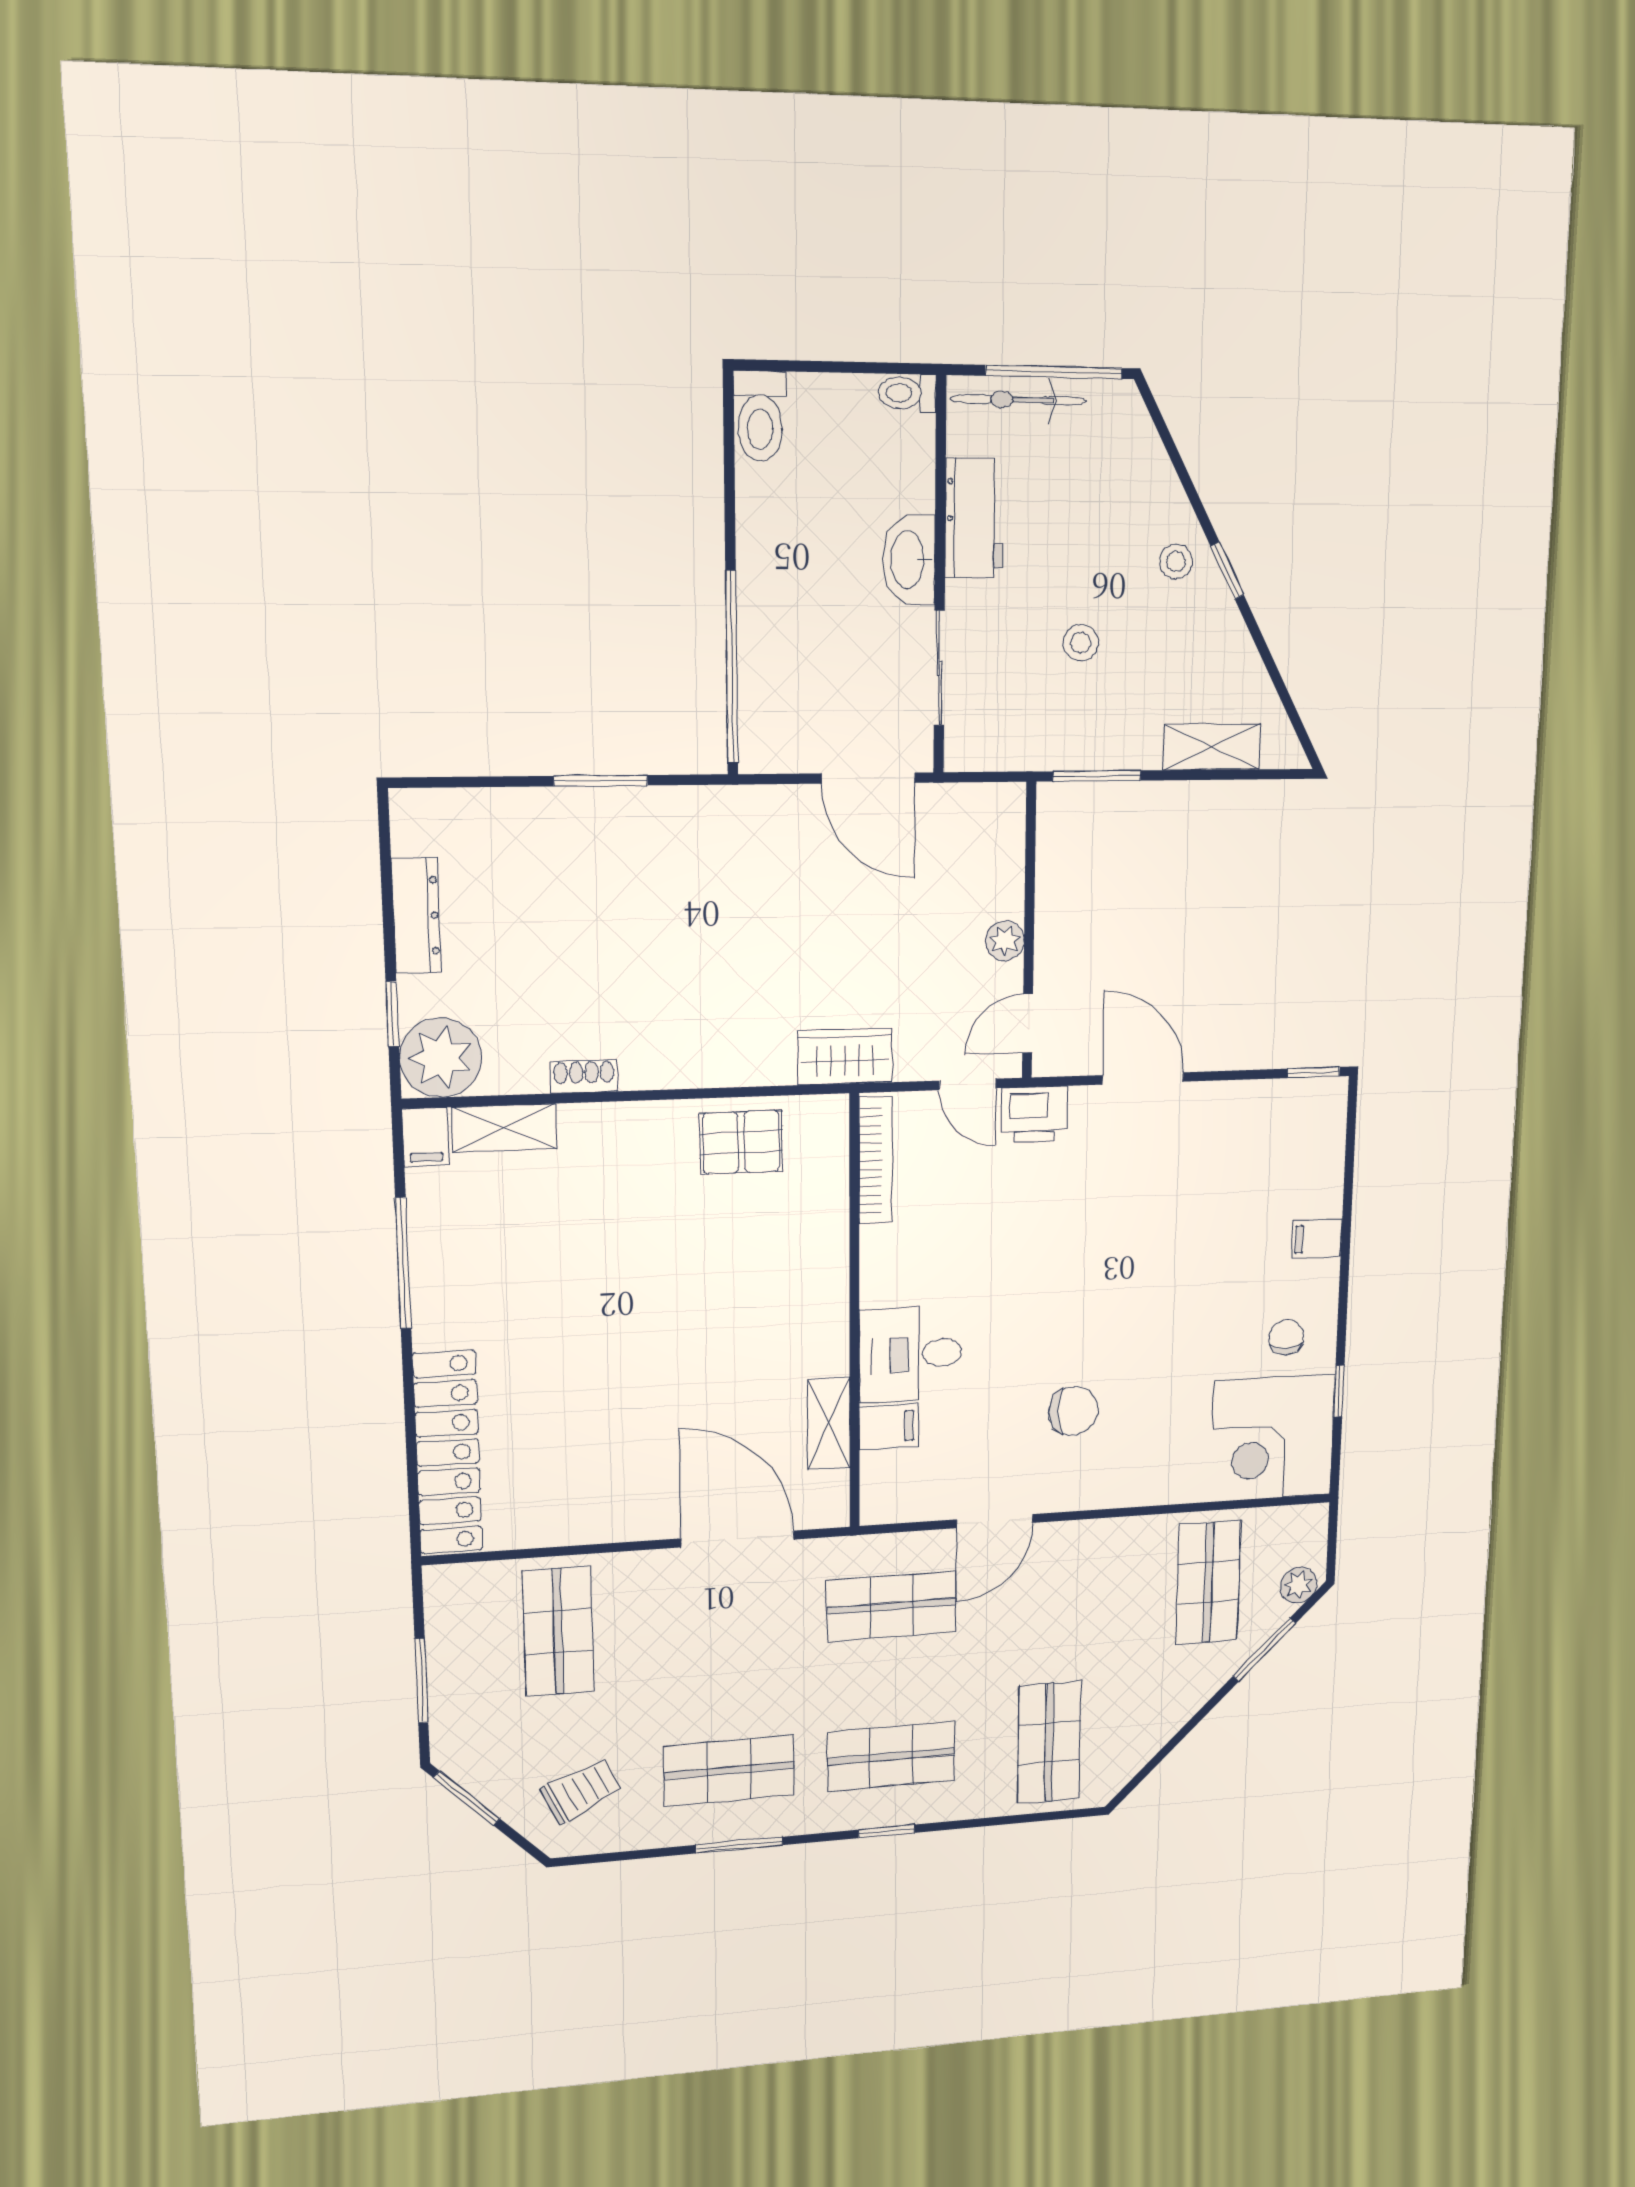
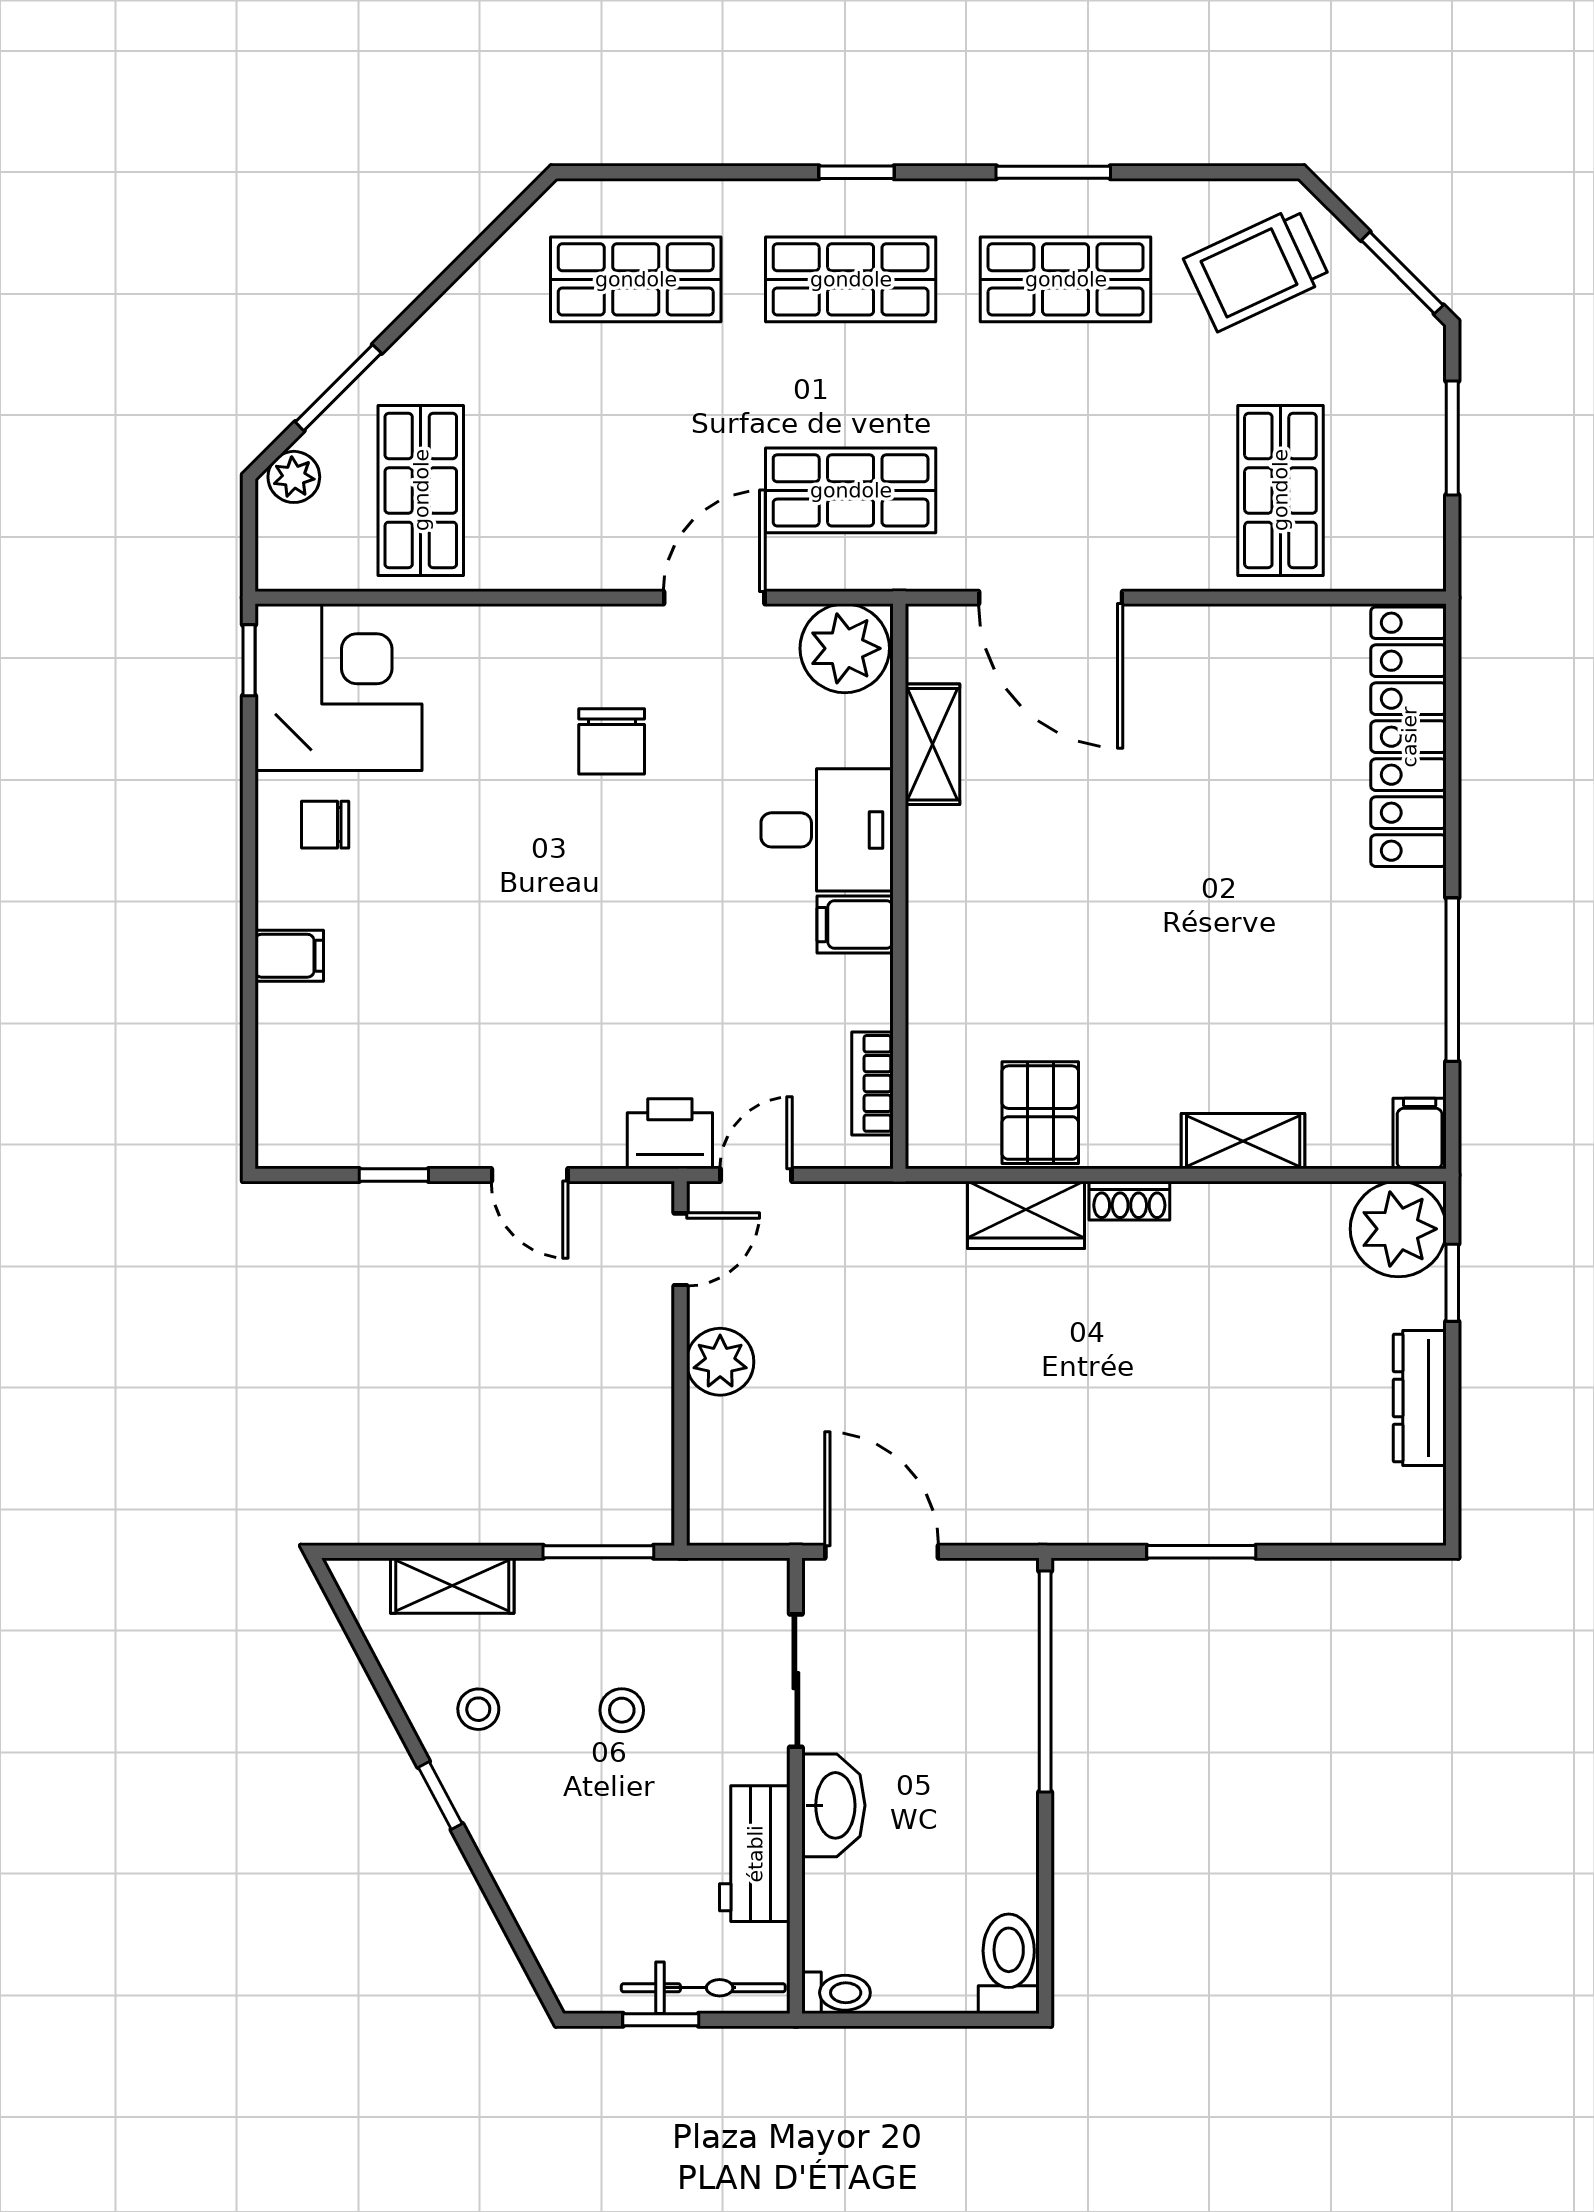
window: (1054, 372) -> (661, 2020), width x0.46
stool: (1176, 562) -> (478, 1709), moved
plant: (1005, 941) -> (720, 1362), width x1.38, depth x1.38
wardrobe: (845, 1057) -> (1026, 1215), moved
window: (1314, 1073) -> (394, 1175), moved
shoe rack: (584, 1077) -> (1129, 1201), moved
door: (1143, 1078) -> (530, 1175), width x0.73
door: (968, 1084) -> (756, 1175), hinge flipped
shelving: (504, 1128) -> (1243, 1141), moved
pallet: (741, 1142) -> (1040, 1113), turned 90
bookcase: (876, 1160) -> (872, 1083), width x0.64
chair: (1286, 1337) -> (325, 825), turned 90
window: (1339, 1391) -> (249, 660), moved
chair: (1073, 1411) -> (612, 741), turned -90
filing cabinet: (889, 1427) -> (855, 925), moved
plant: (896, 1491) -> (845, 648), added
shop shelf: (1049, 1743) -> (636, 279), turned 90
trolley: (581, 1791) -> (1257, 269), width x1.36, depth x1.39

